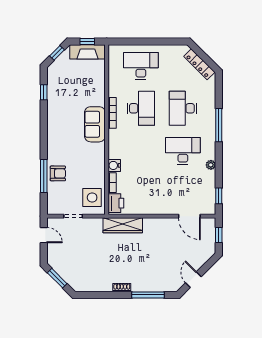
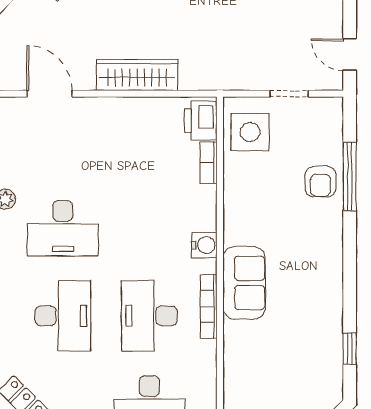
water cooler: (114, 165) -> (204, 245), moved
armchair: (58, 173) -> (321, 182), turned -90
wardrobe: (123, 225) -> (137, 75), moved

